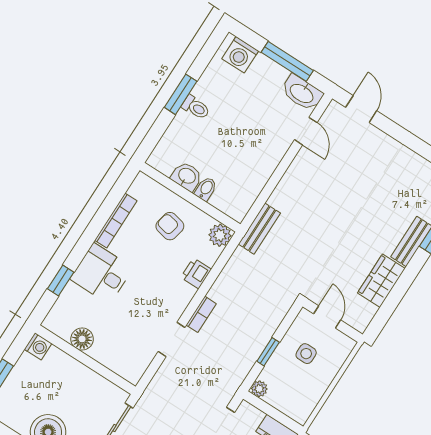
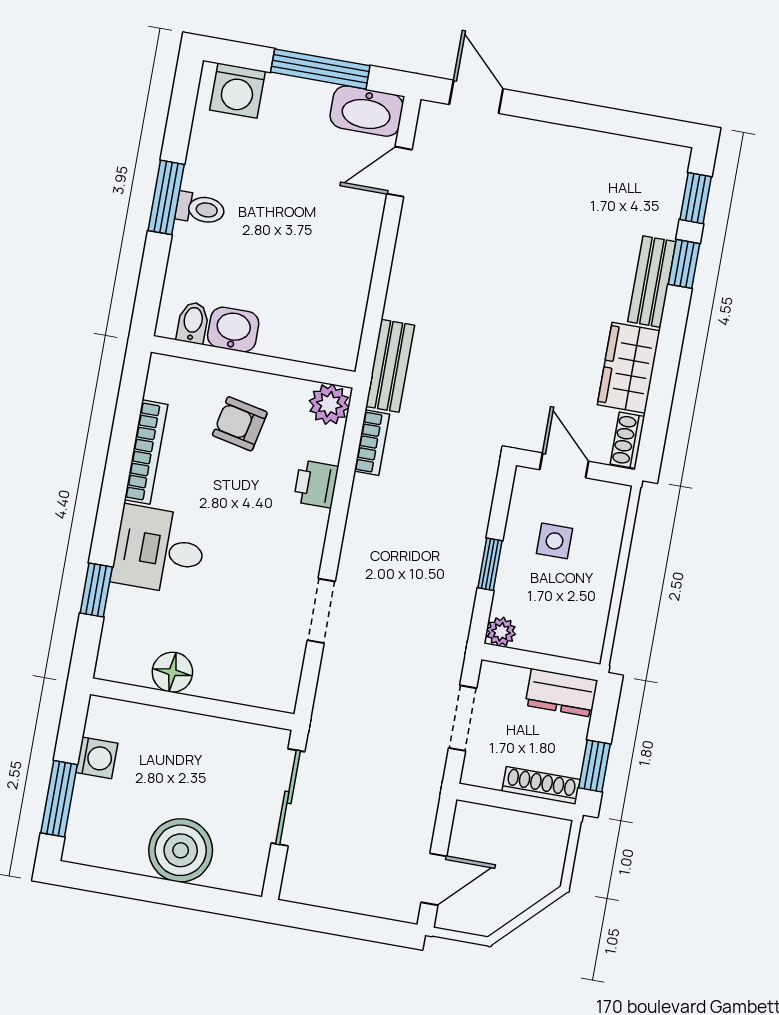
door: (306, 131) -> (399, 172), swing flipped
bidet: (206, 189) -> (193, 323), moved
bookcase: (201, 314) -> (372, 443), moved
shoe rack: (365, 318) -> (627, 440), added
washing machine: (38, 346) -> (97, 758), moved

